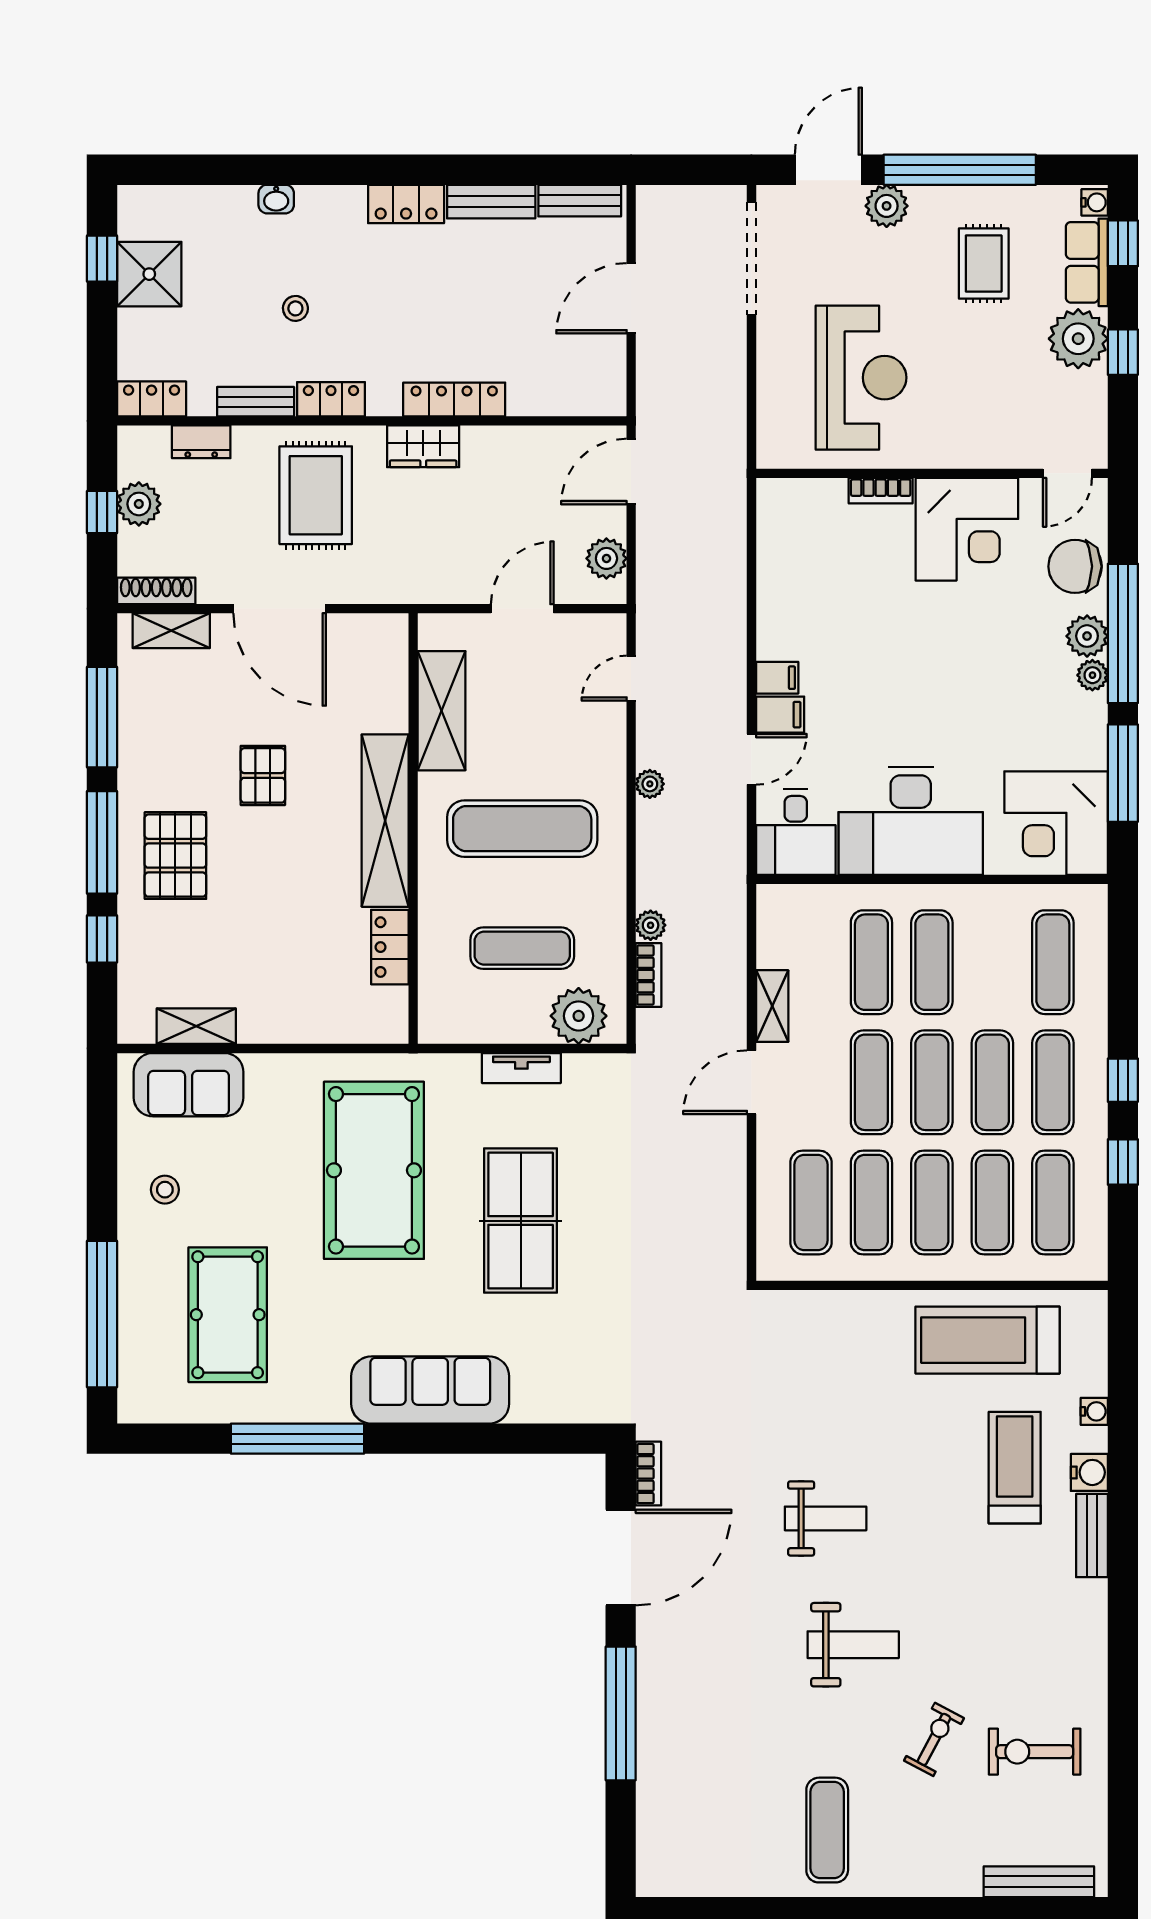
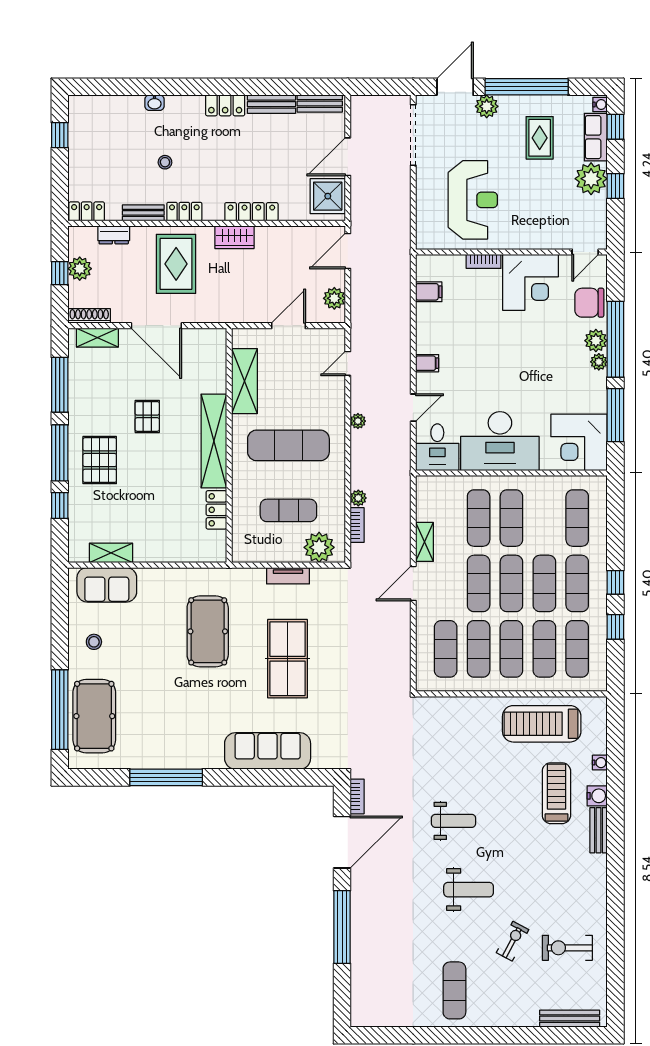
shower: (149, 274) -> (328, 196), moved
filing cabinet: (780, 715) -> (429, 292), moved
pool table: (374, 1170) -> (208, 631), width x0.73, depth x0.76
pool table: (228, 1315) -> (94, 716), moved
sofa: (430, 1390) -> (268, 751), moved

